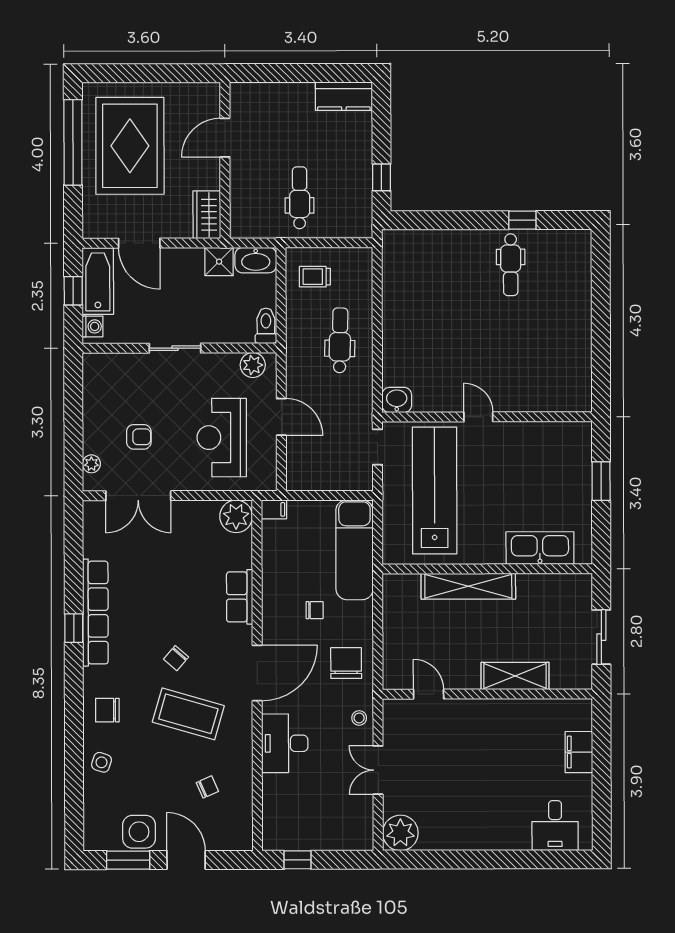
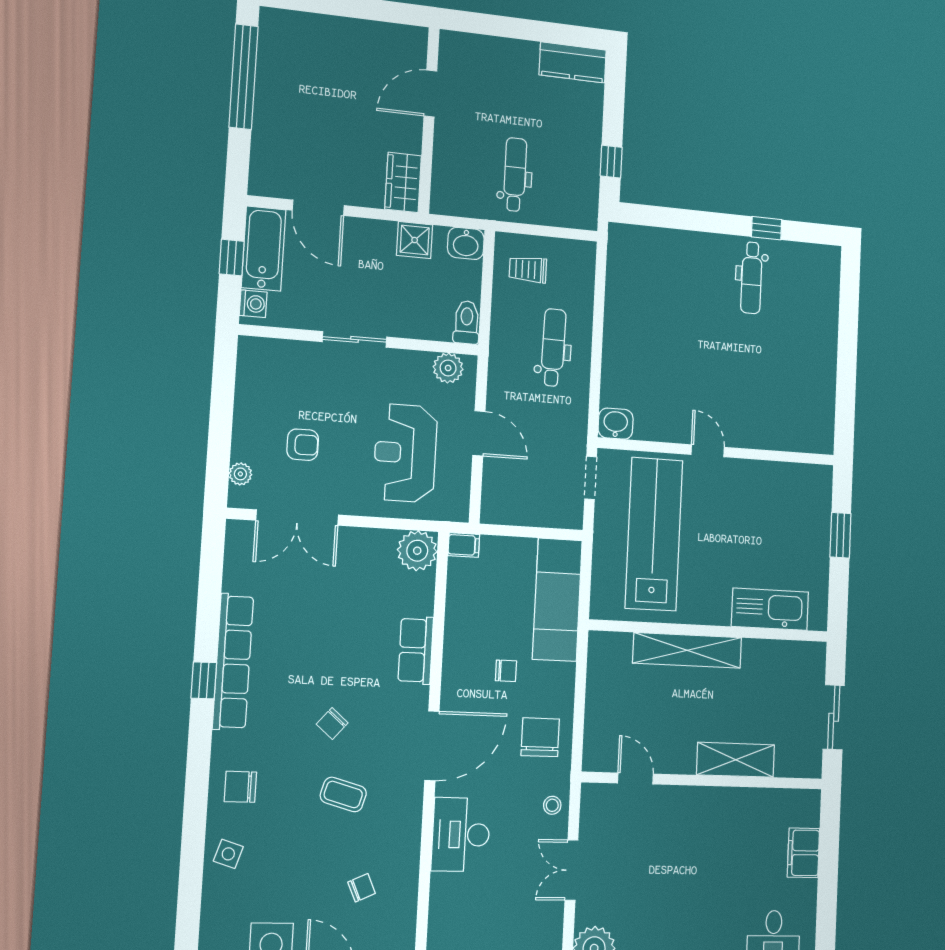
rug: (130, 146) -> (314, 89), removed
washbasin: (256, 260) -> (466, 243), width x0.72
coffee table: (188, 714) -> (343, 794), width x0.54, depth x0.58

